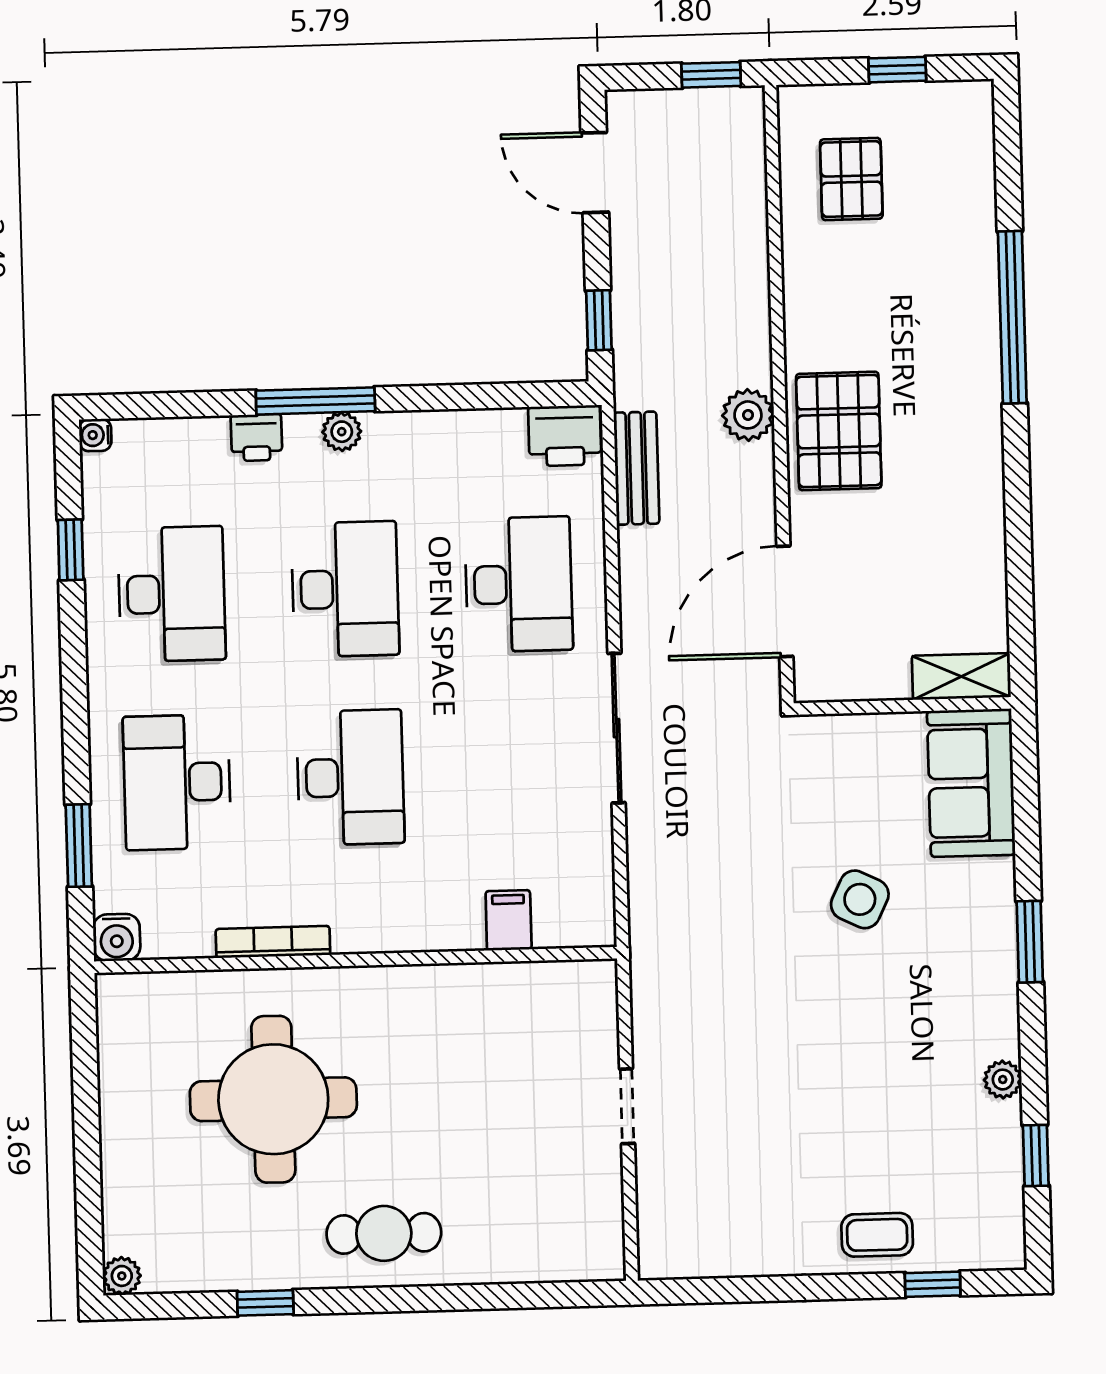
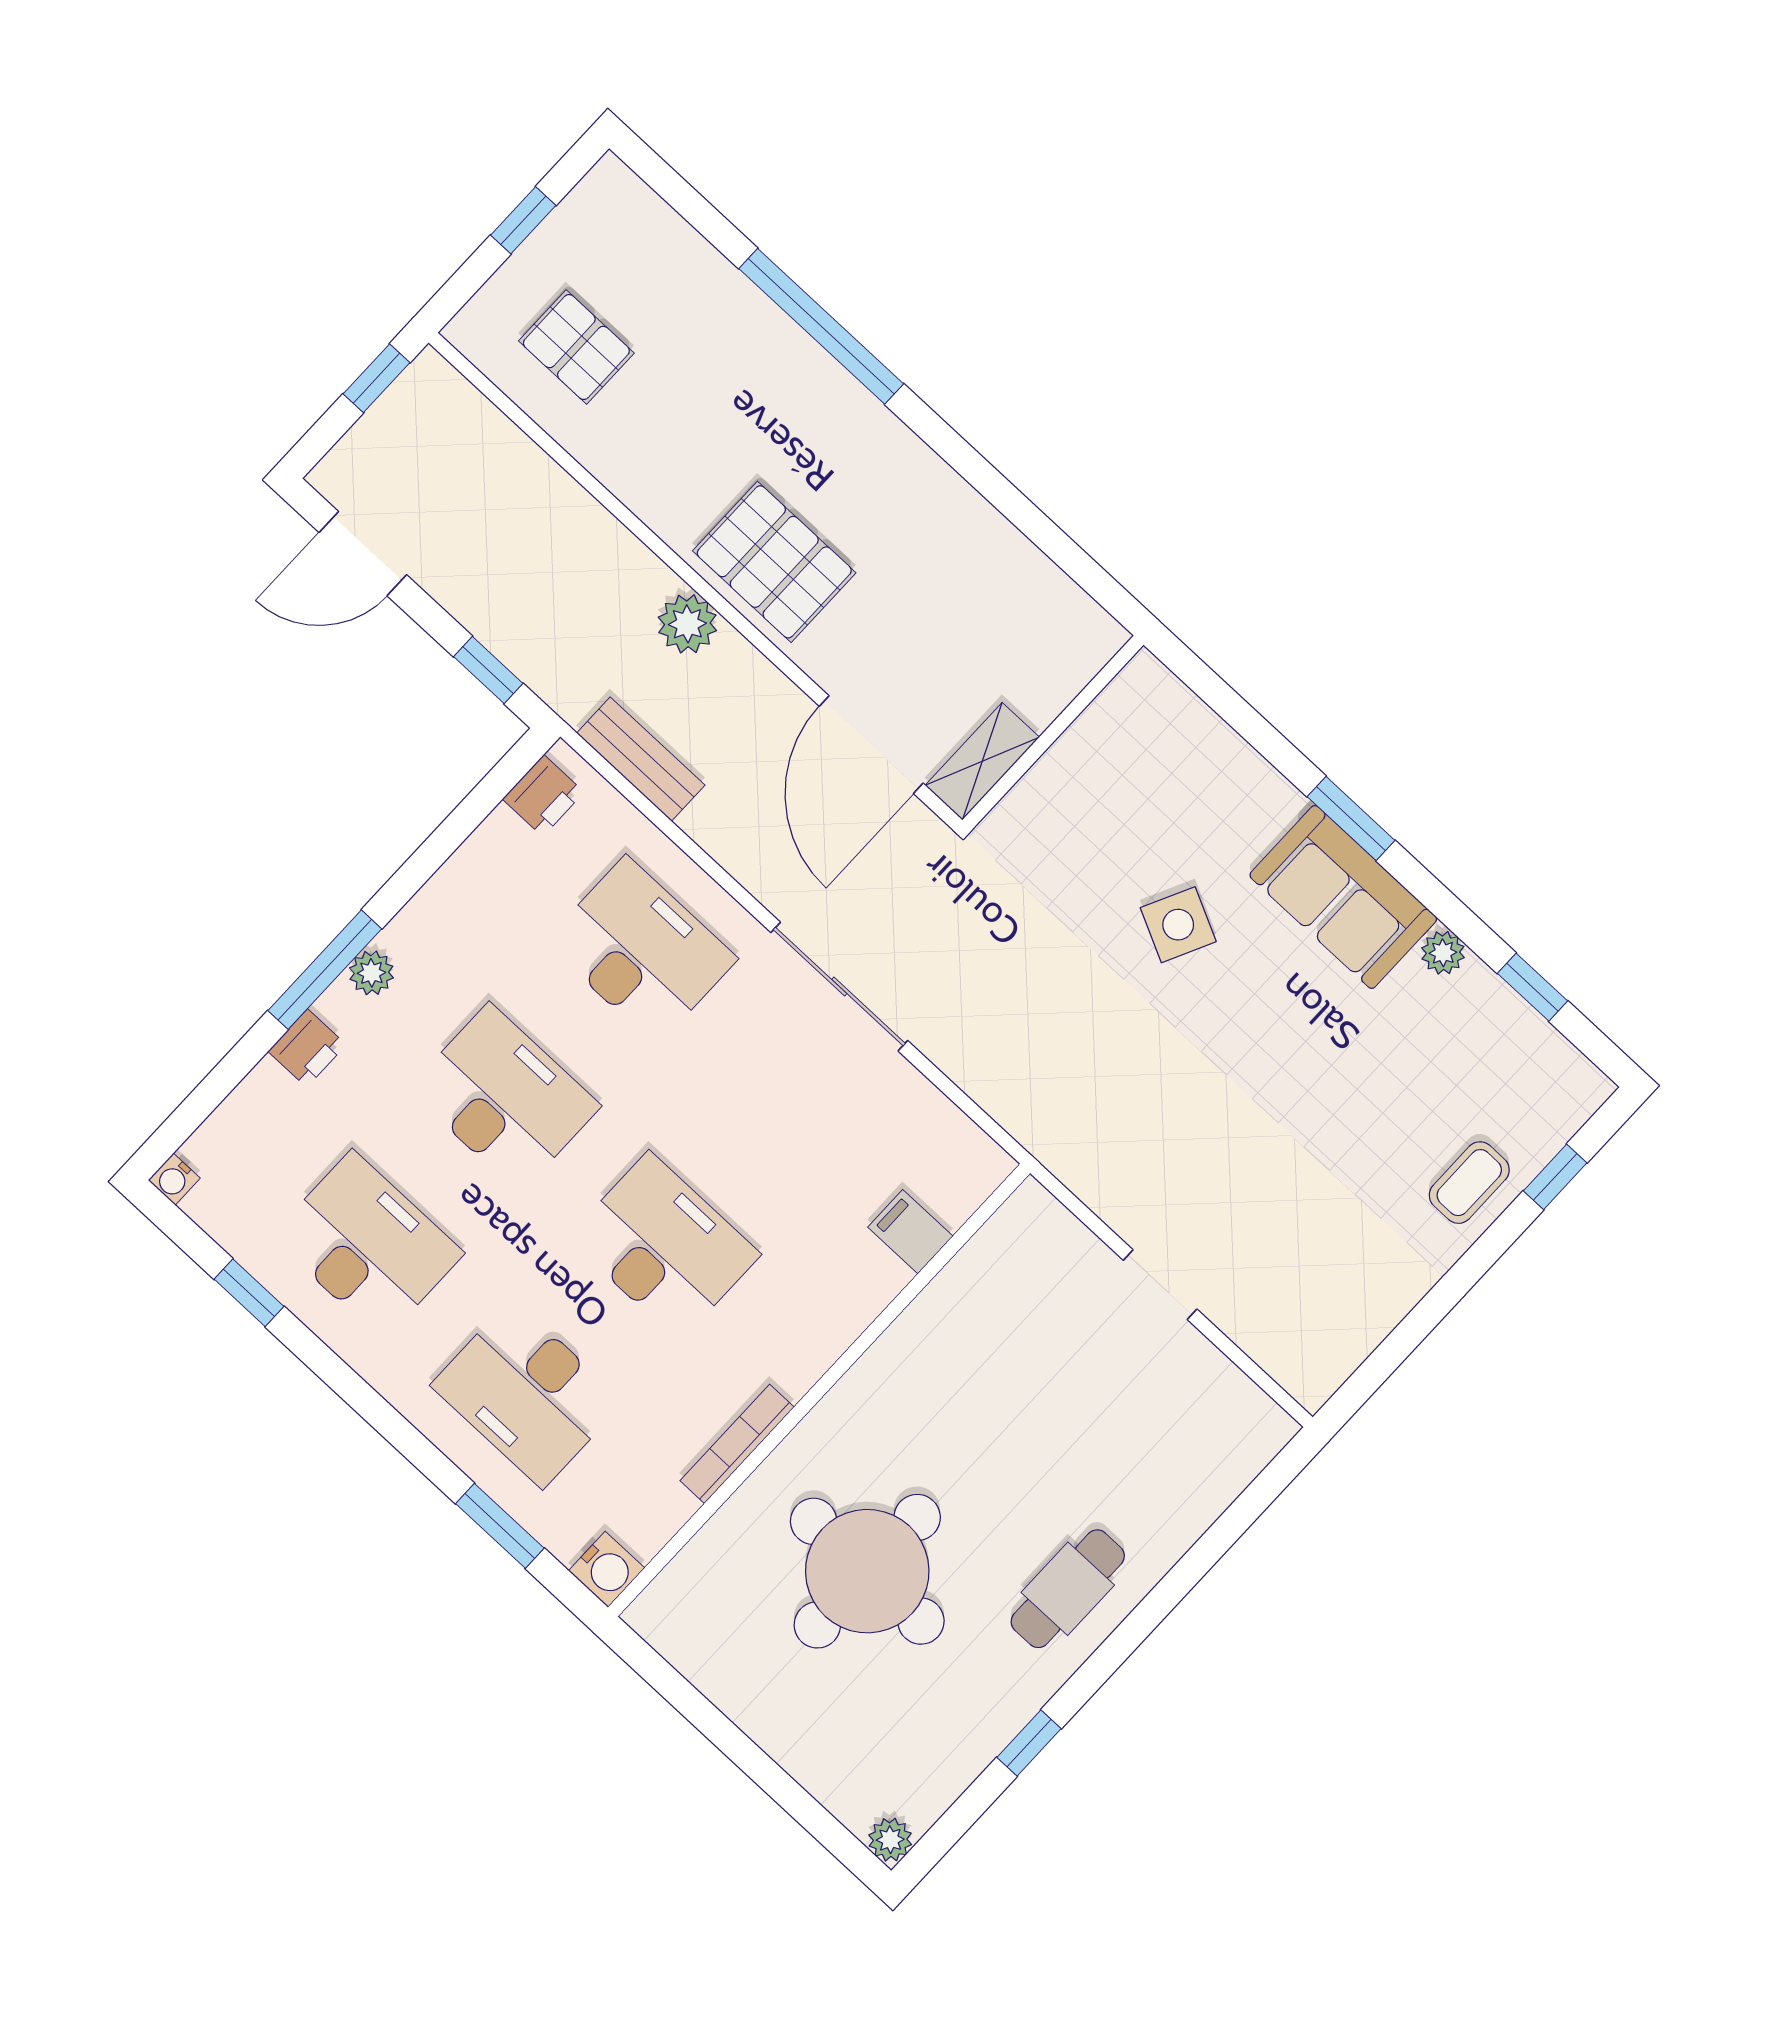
printer: (565, 436) -> (543, 796), width x0.73, depth x0.81
shelving: (961, 676) -> (982, 761), moved
sofa: (971, 783) -> (1343, 897), moved

